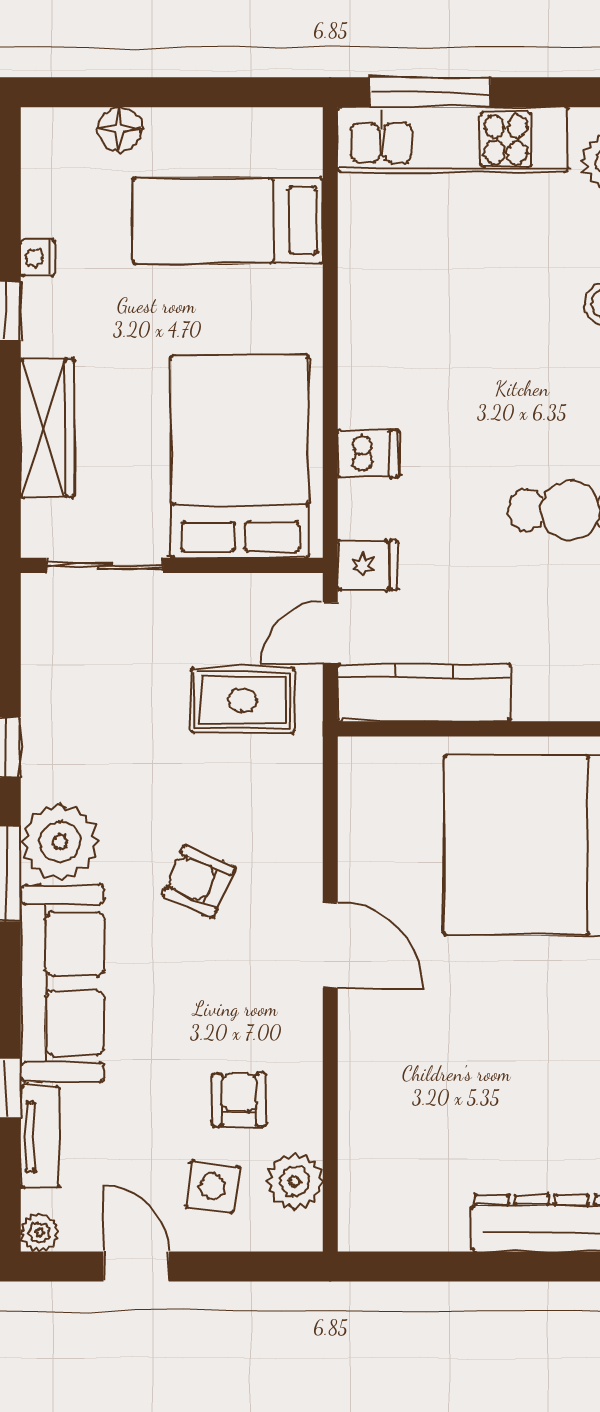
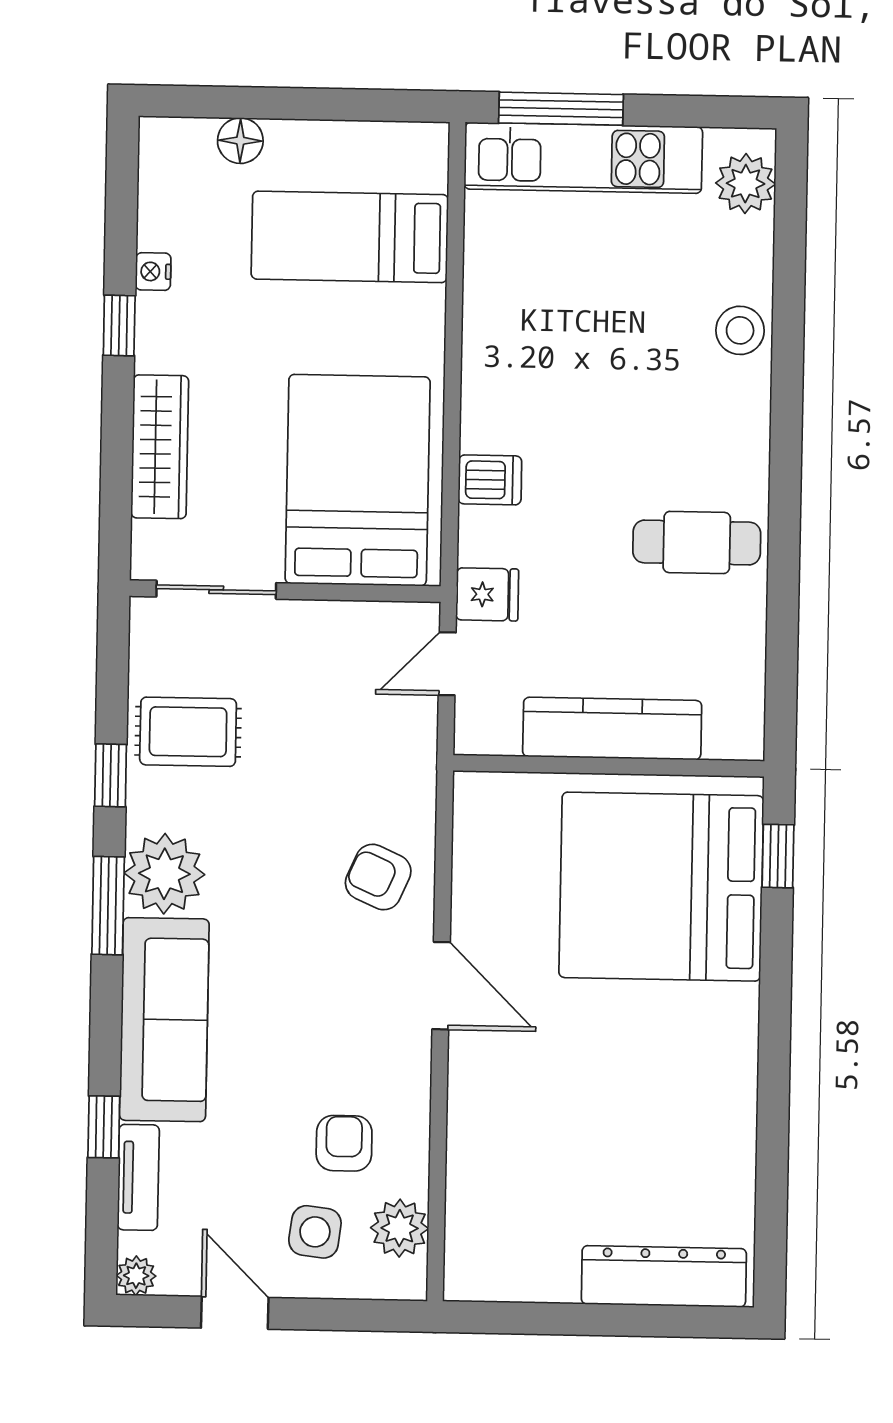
kitchen counter: (424, 693) -> (612, 729), moved
rug: (243, 700) -> (188, 732), moved
armchair: (199, 881) -> (378, 877), moved

